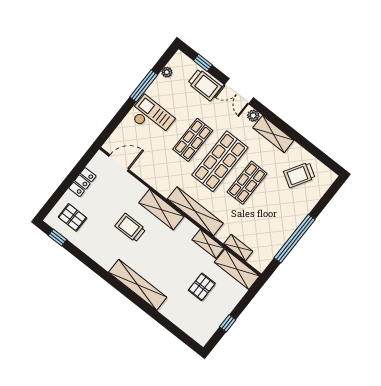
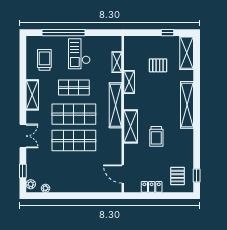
trolley: (205, 85) -> (35, 160), removed
window: (144, 86) -> (65, 196), removed
plant: (253, 116) -> (31, 184), moved
checkout: (151, 117) -> (79, 54), moved
shop shelf: (193, 140) -> (74, 141), width x1.43, depth x1.36
trolley: (299, 175) -> (44, 60), turned -121
window: (295, 239) -> (64, 33), moved
shelving: (237, 269) -> (187, 53), moved

